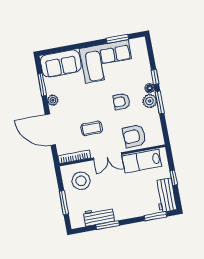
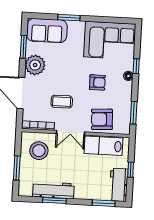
window: (117, 39) -> (69, 18), moved
corner sofa: (107, 61) -> (110, 40), moved
plant: (53, 100) -> (35, 65), width x1.88, depth x1.88
plant: (150, 101) -> (125, 89), removed
armchair: (121, 102) -> (97, 82), turned 180
window: (160, 102) -> (134, 113), moved
workbench: (99, 216) -> (53, 190), width x1.38

